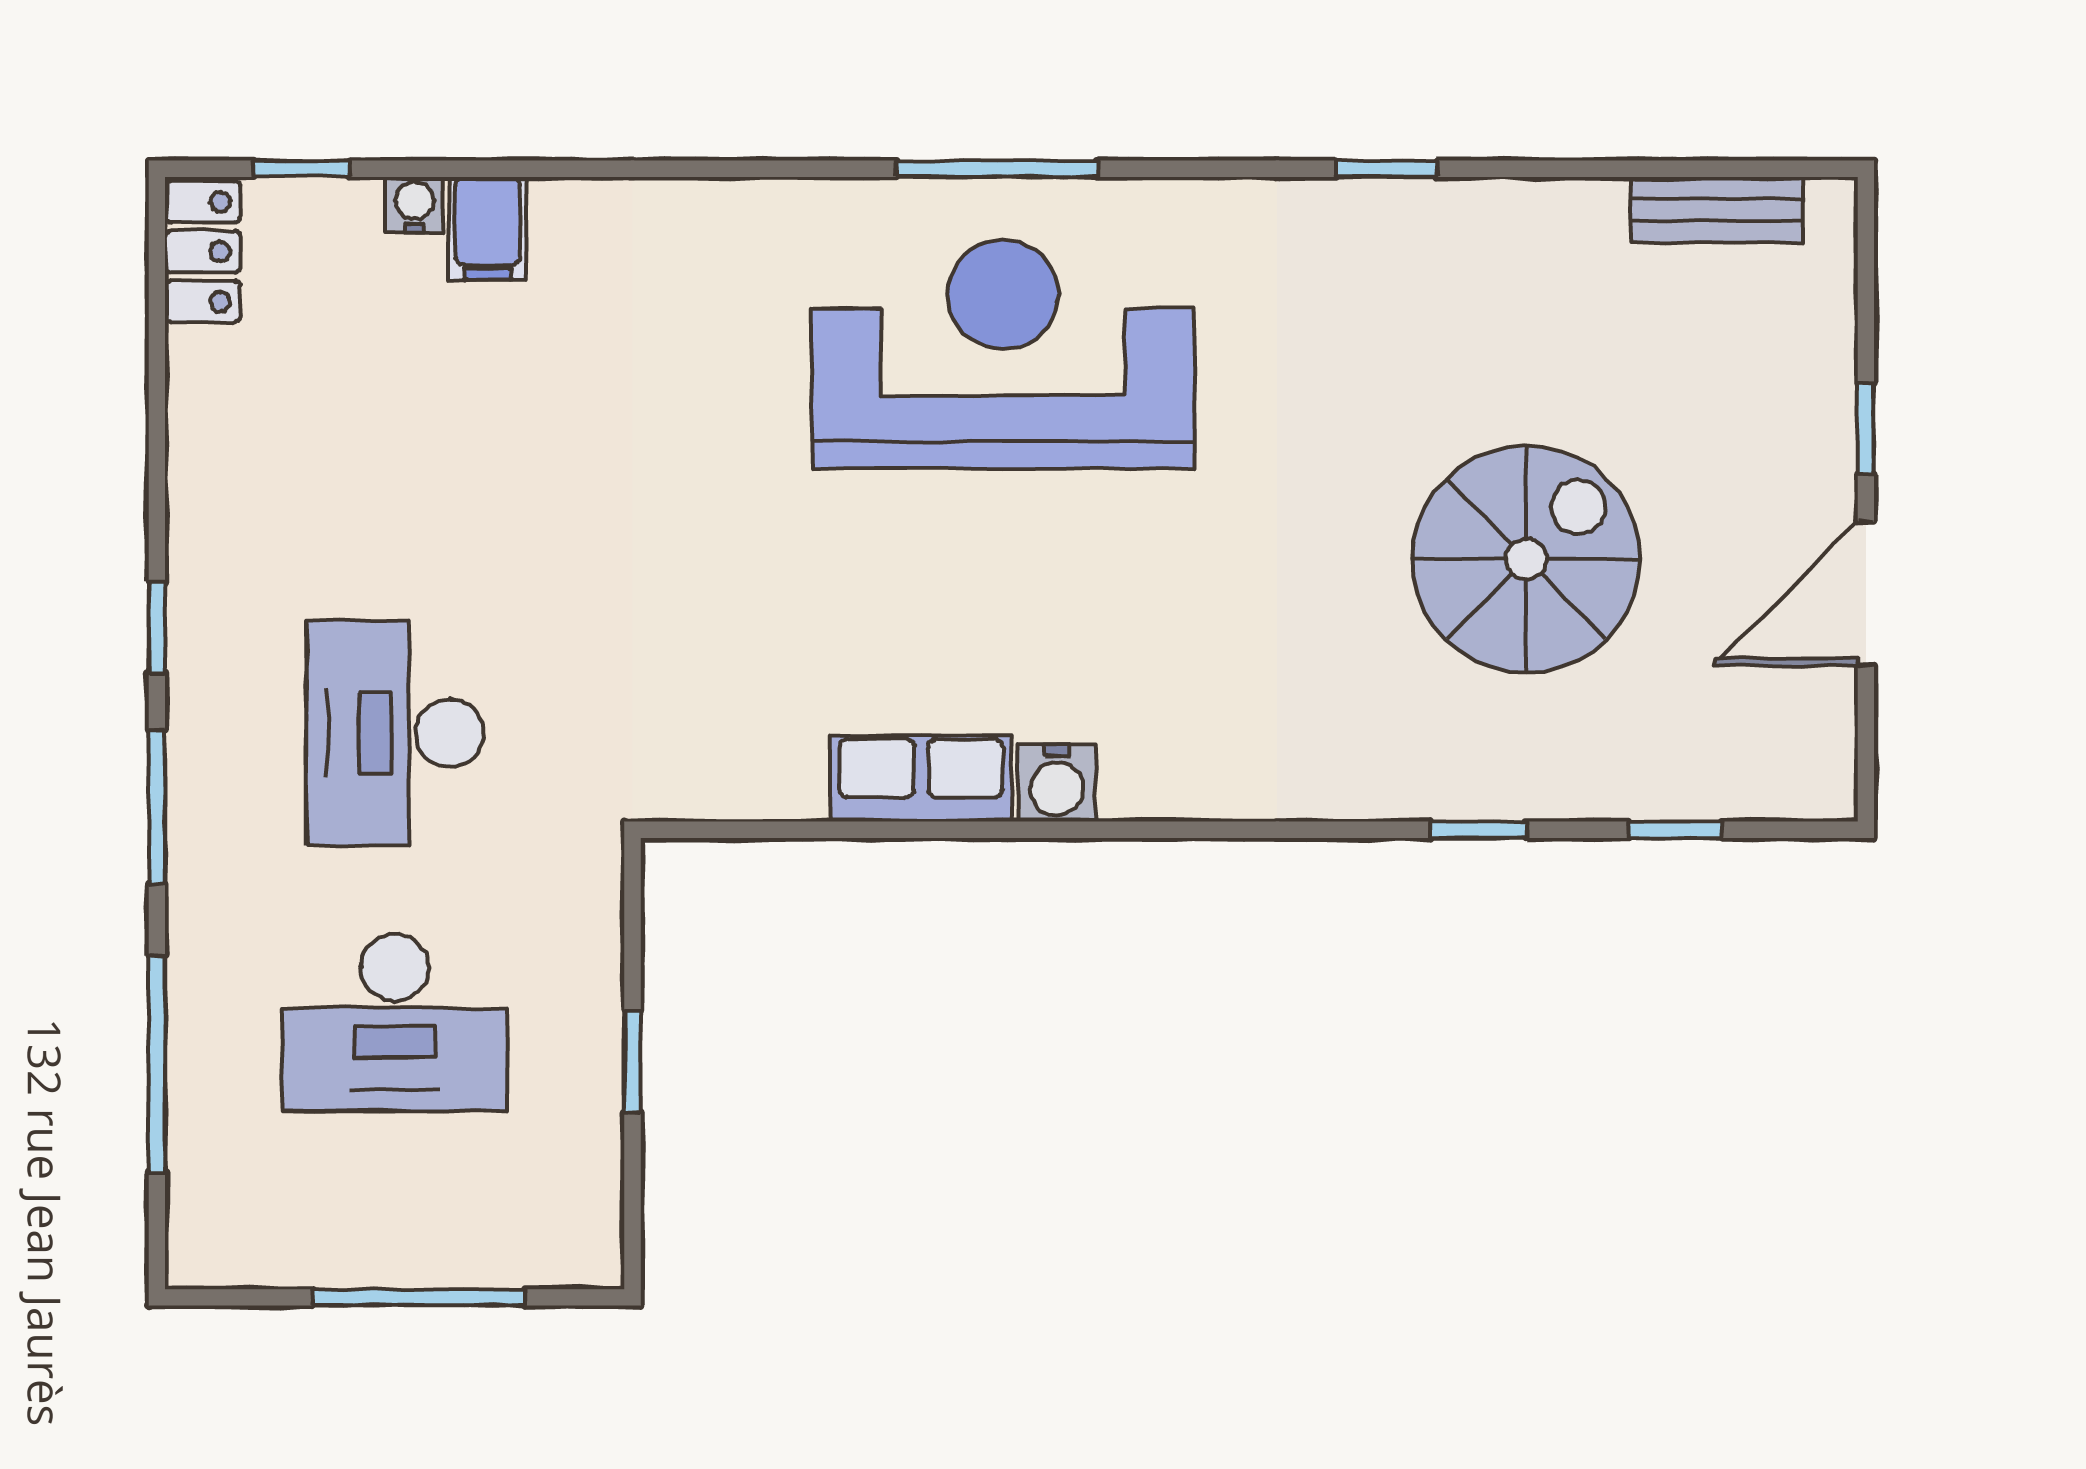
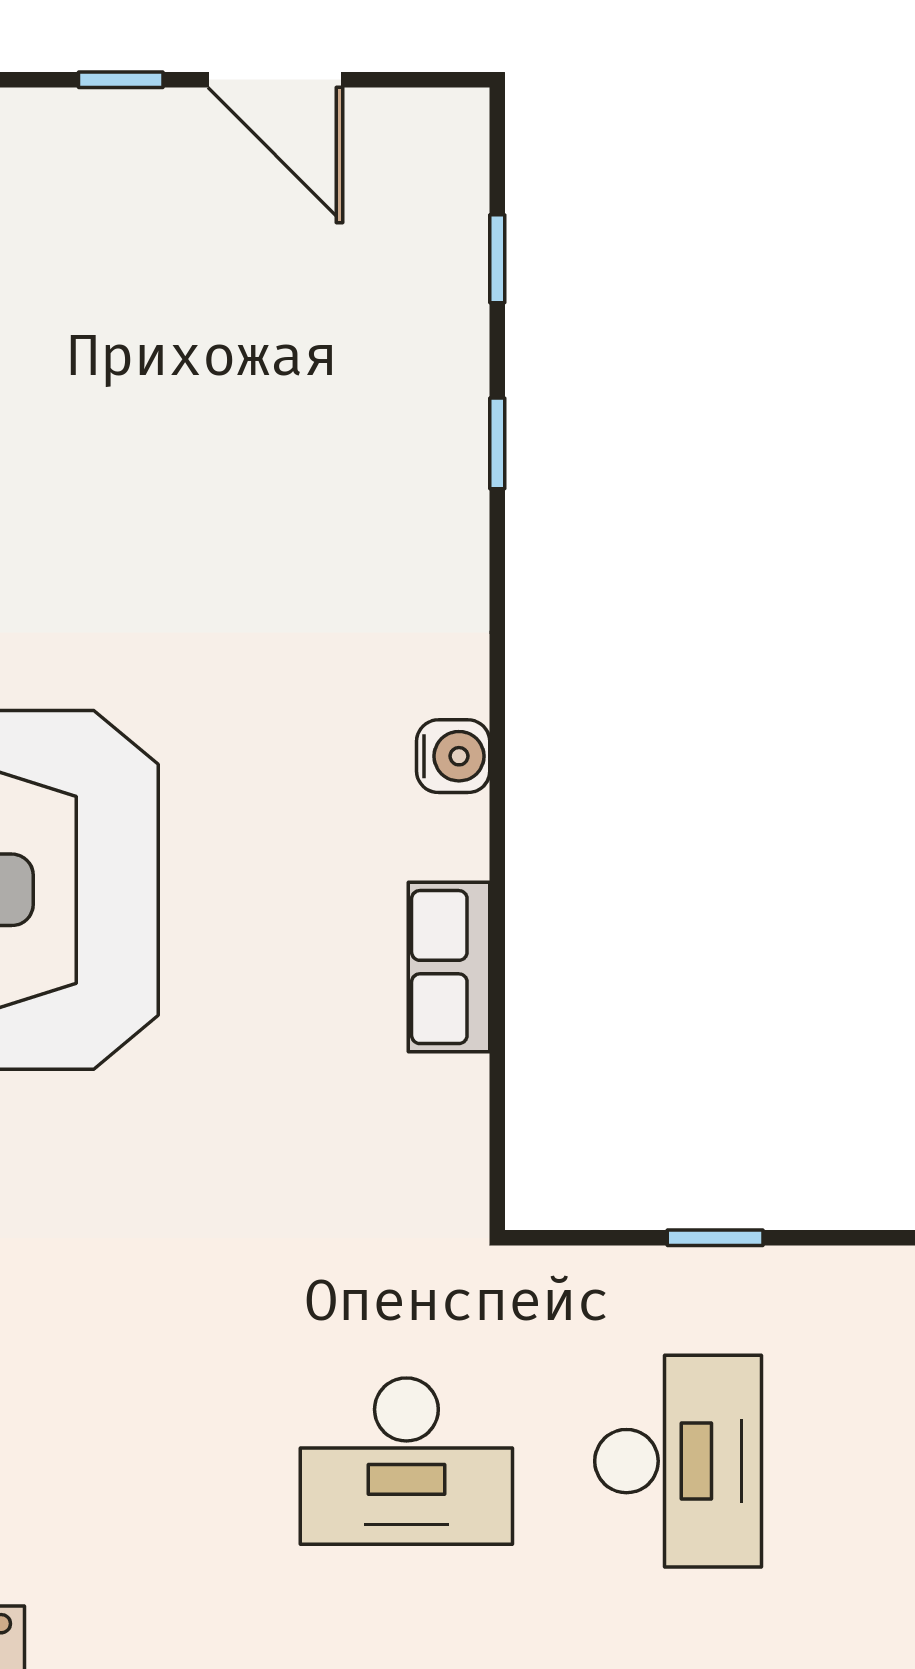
spiral stairs: (1526, 559) -> (243, 399), removed
water cooler: (1057, 783) -> (453, 756), moved

